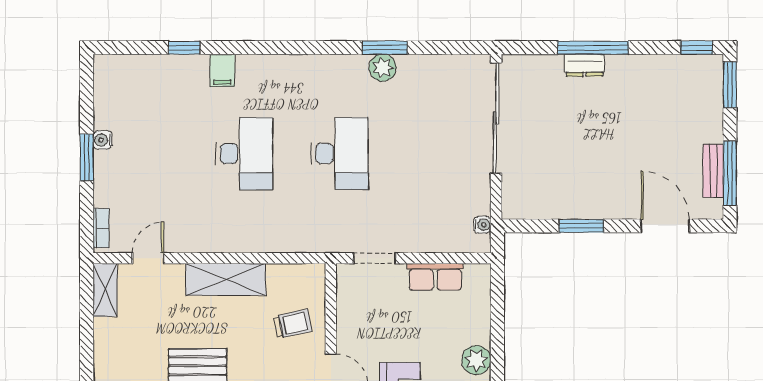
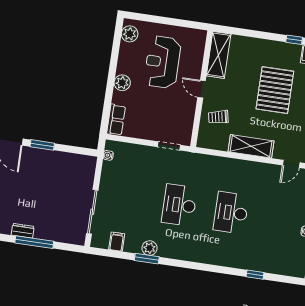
dresser: (585, 65) -> (23, 231), moved
filing cabinet: (222, 71) -> (117, 242), moved
sliding door: (496, 118) -> (92, 212), width x0.73
window: (581, 226) -> (42, 145), moved
row of seats: (435, 277) -> (116, 120), moved, turned 90

